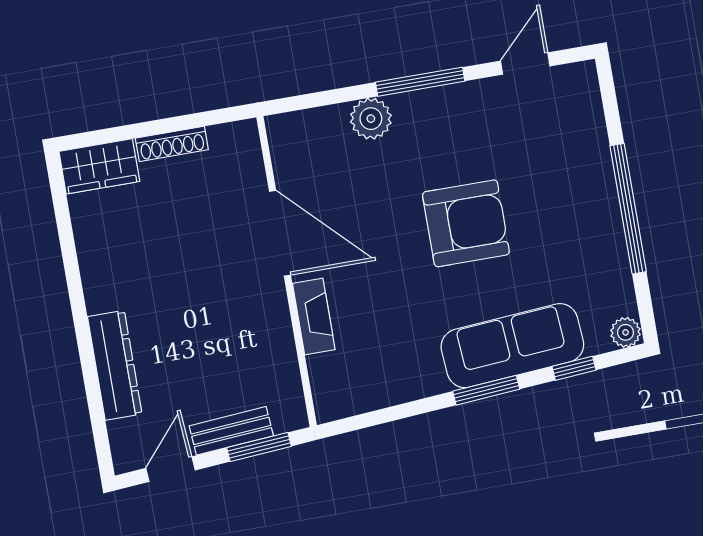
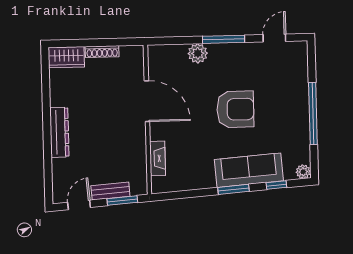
fireplace: (314, 317) -> (158, 158), moved
dresser: (115, 365) -> (59, 132), moved

